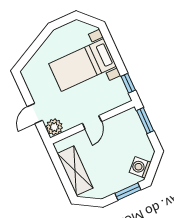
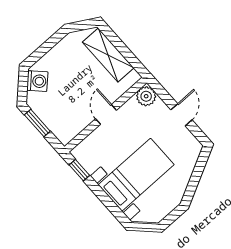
door: (35, 113) -> (181, 115), moved
window: (145, 121) -> (37, 123), moved
window: (128, 191) -> (42, 50), removed

